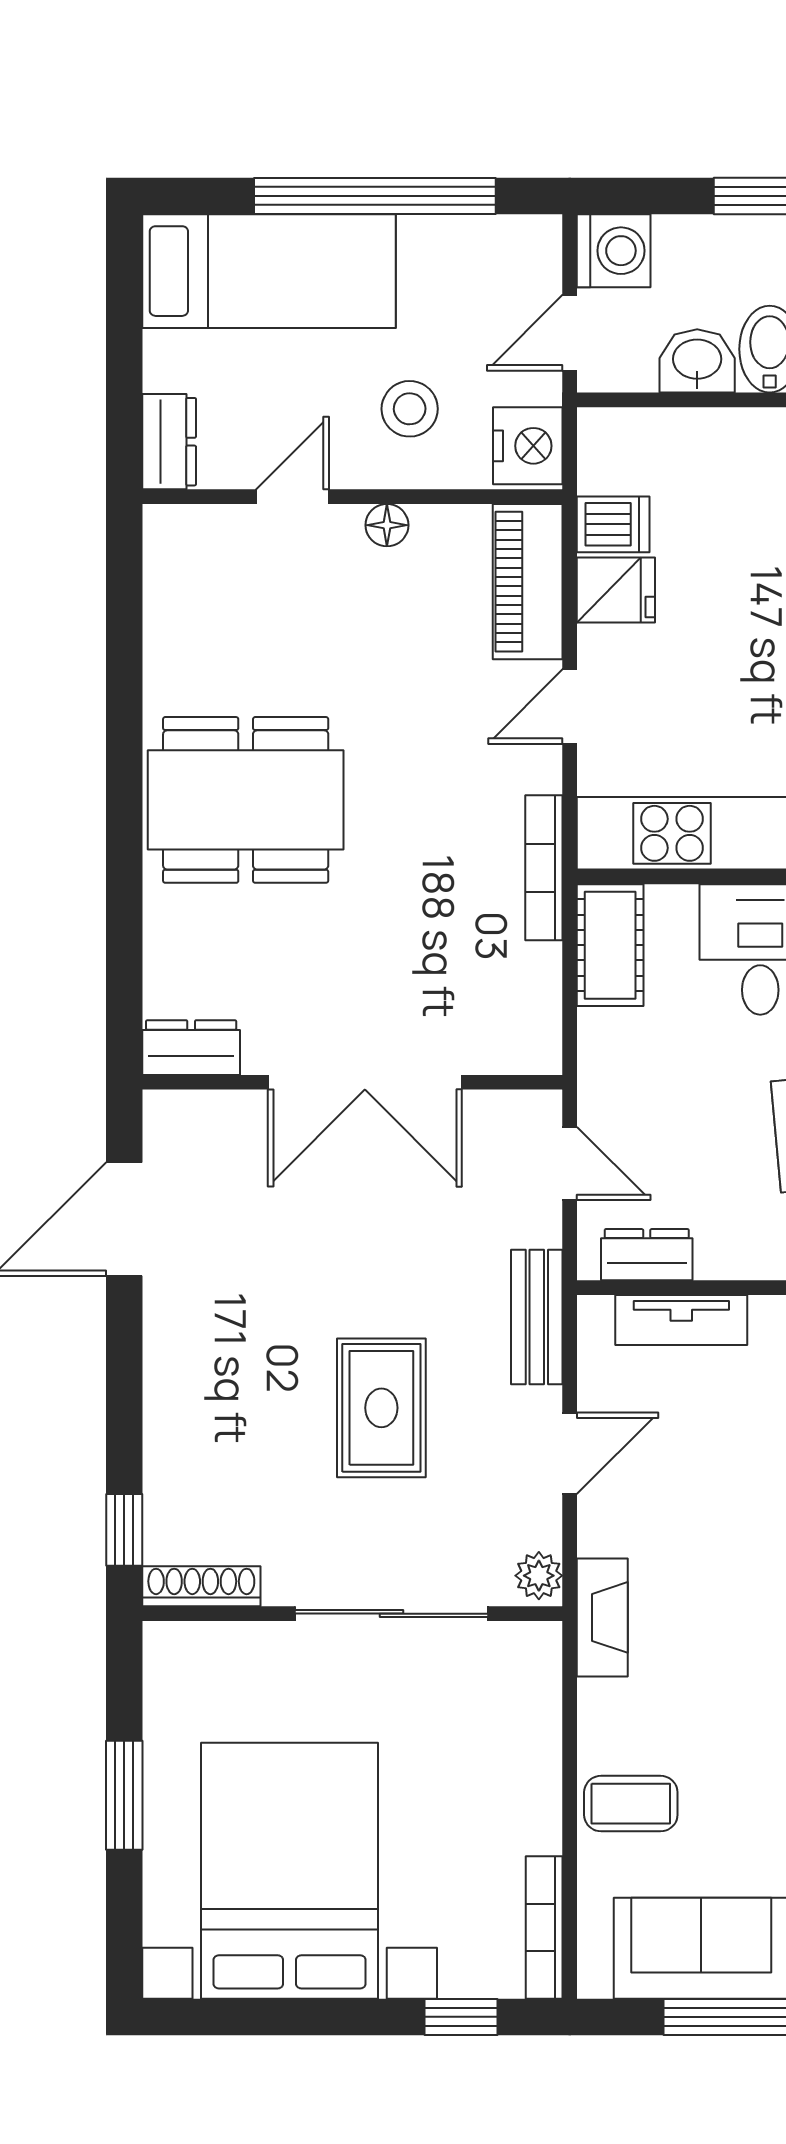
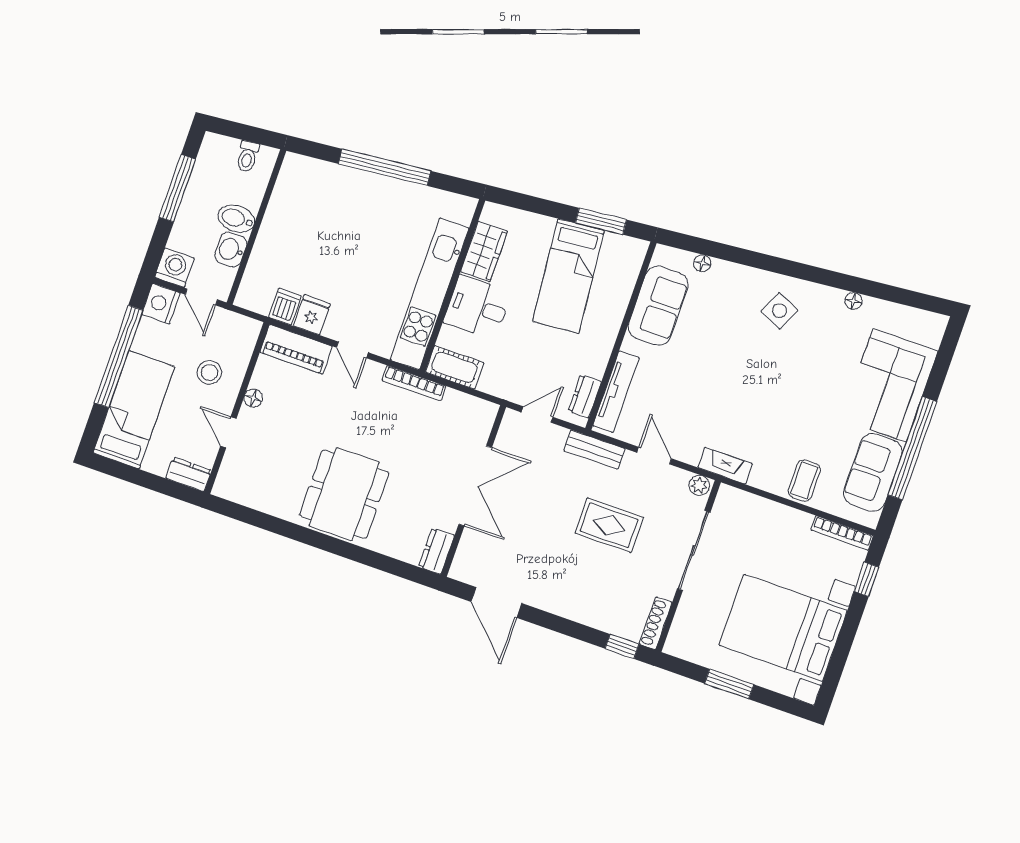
nightstand: (528, 446) -> (161, 304), moved, turned -90
tv unit: (681, 1320) -> (616, 392), width x1.41

